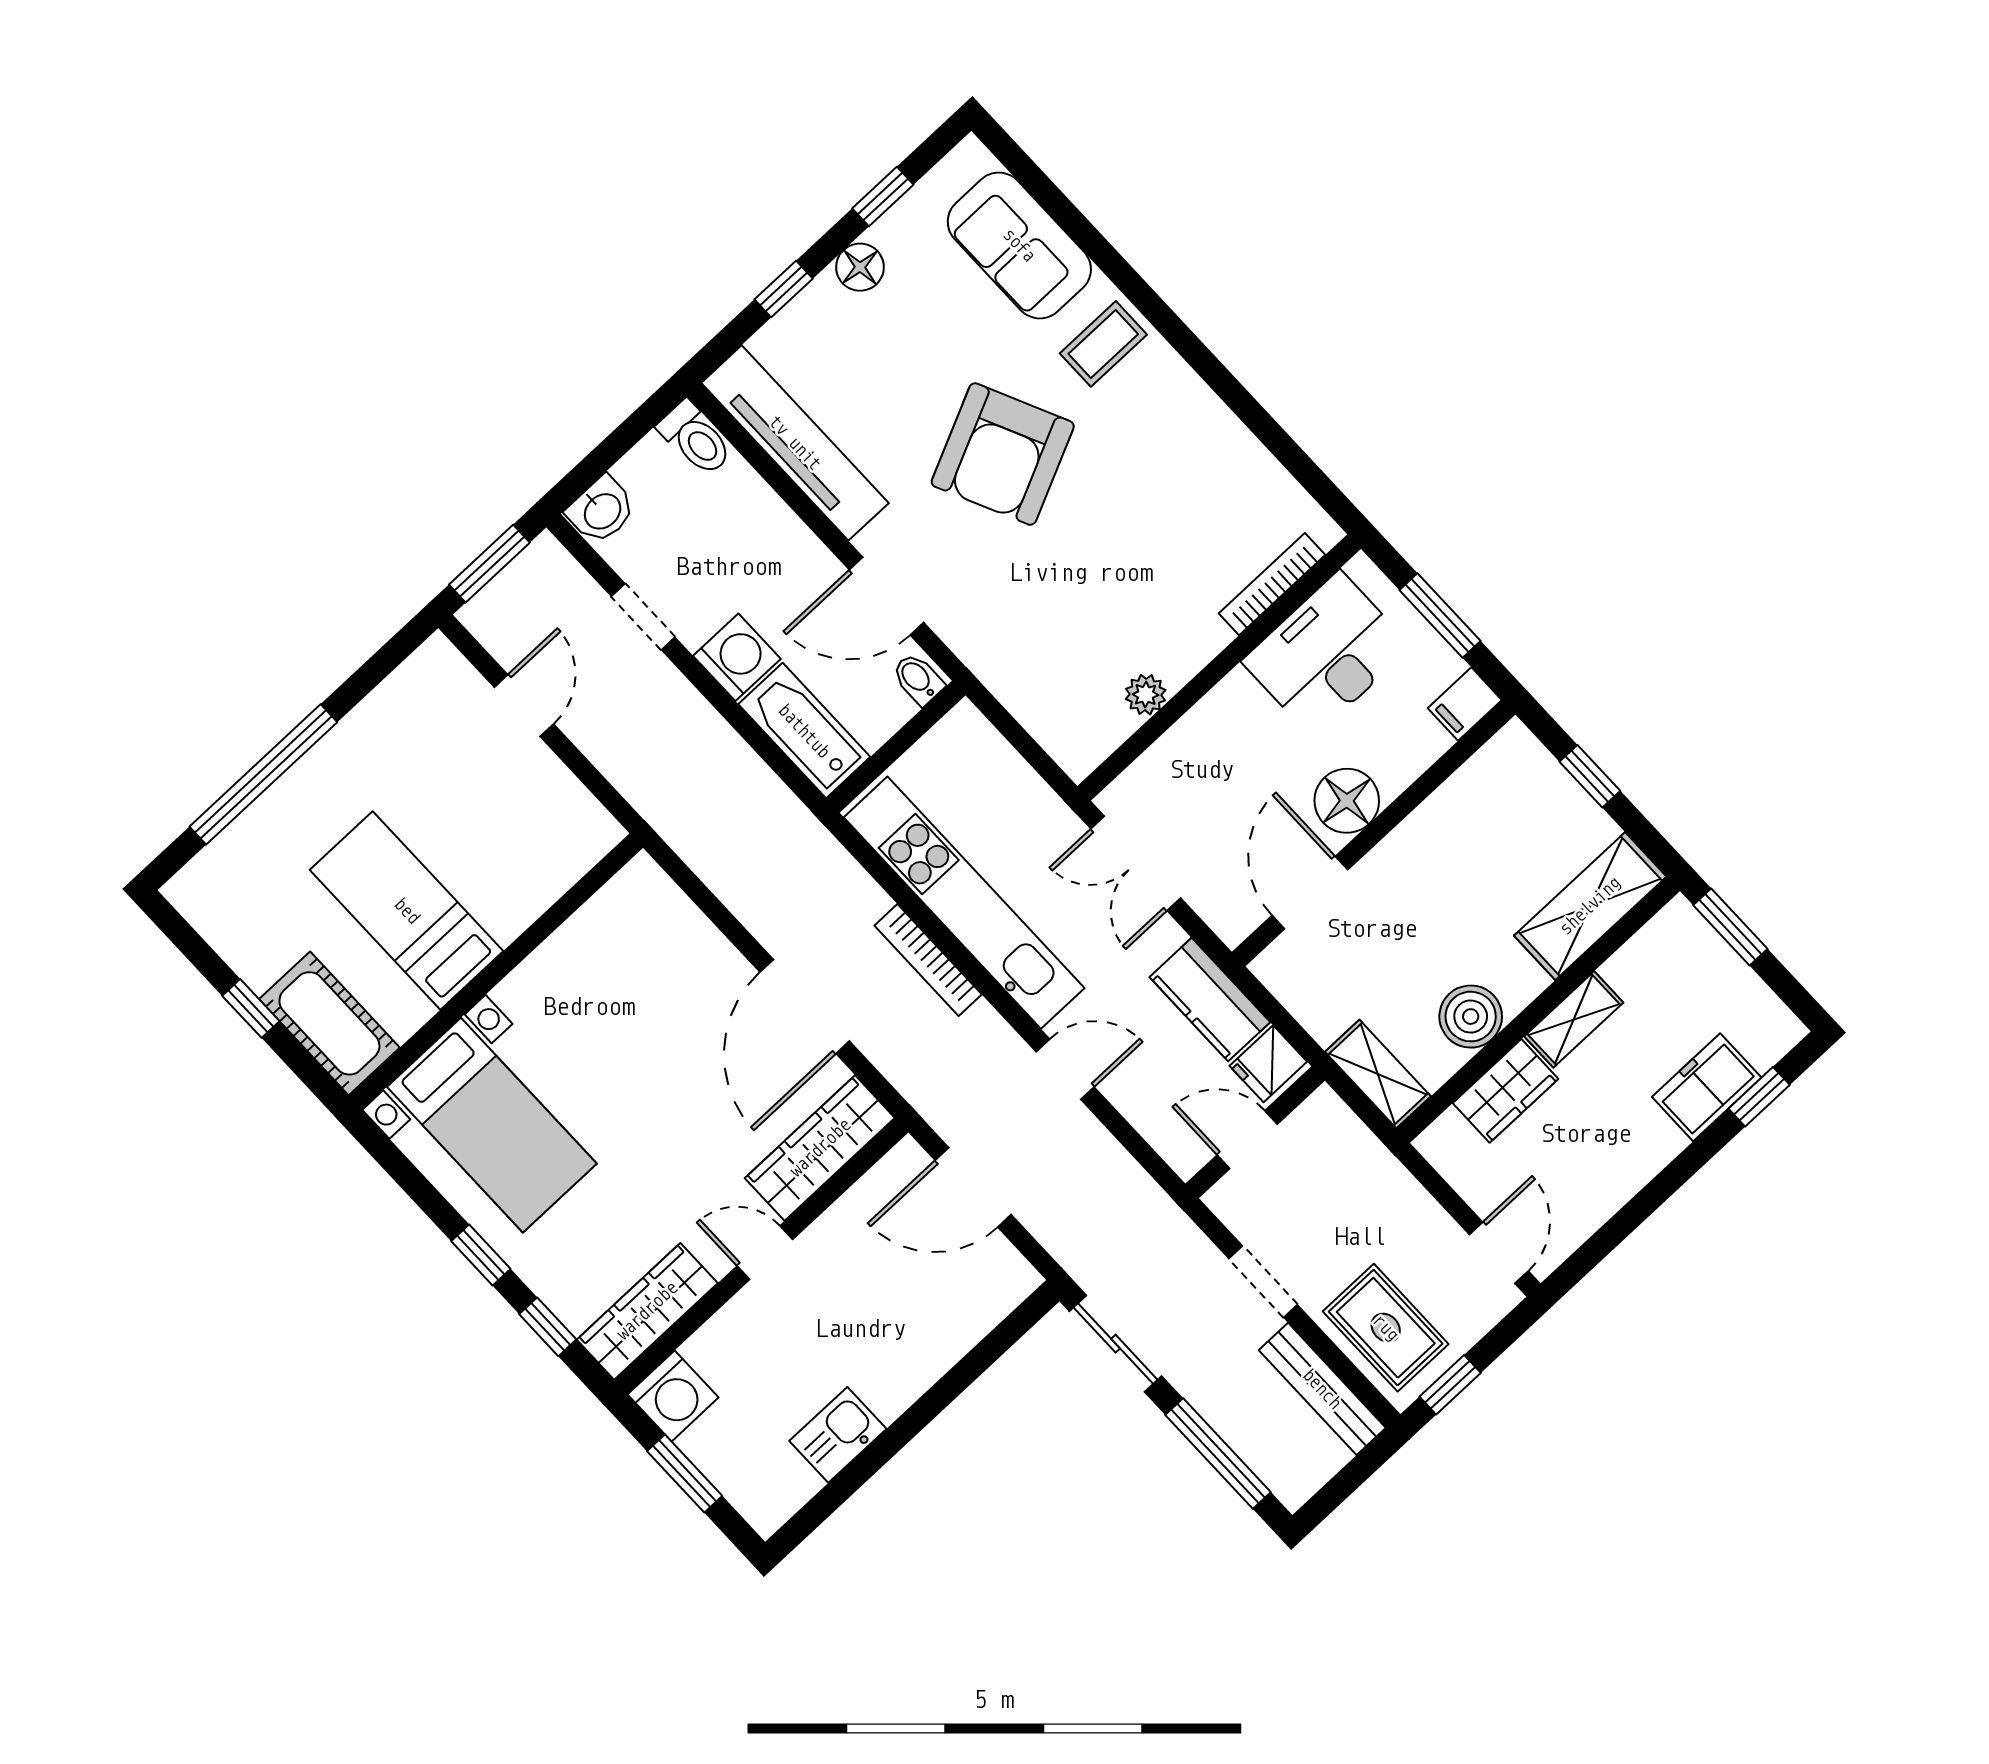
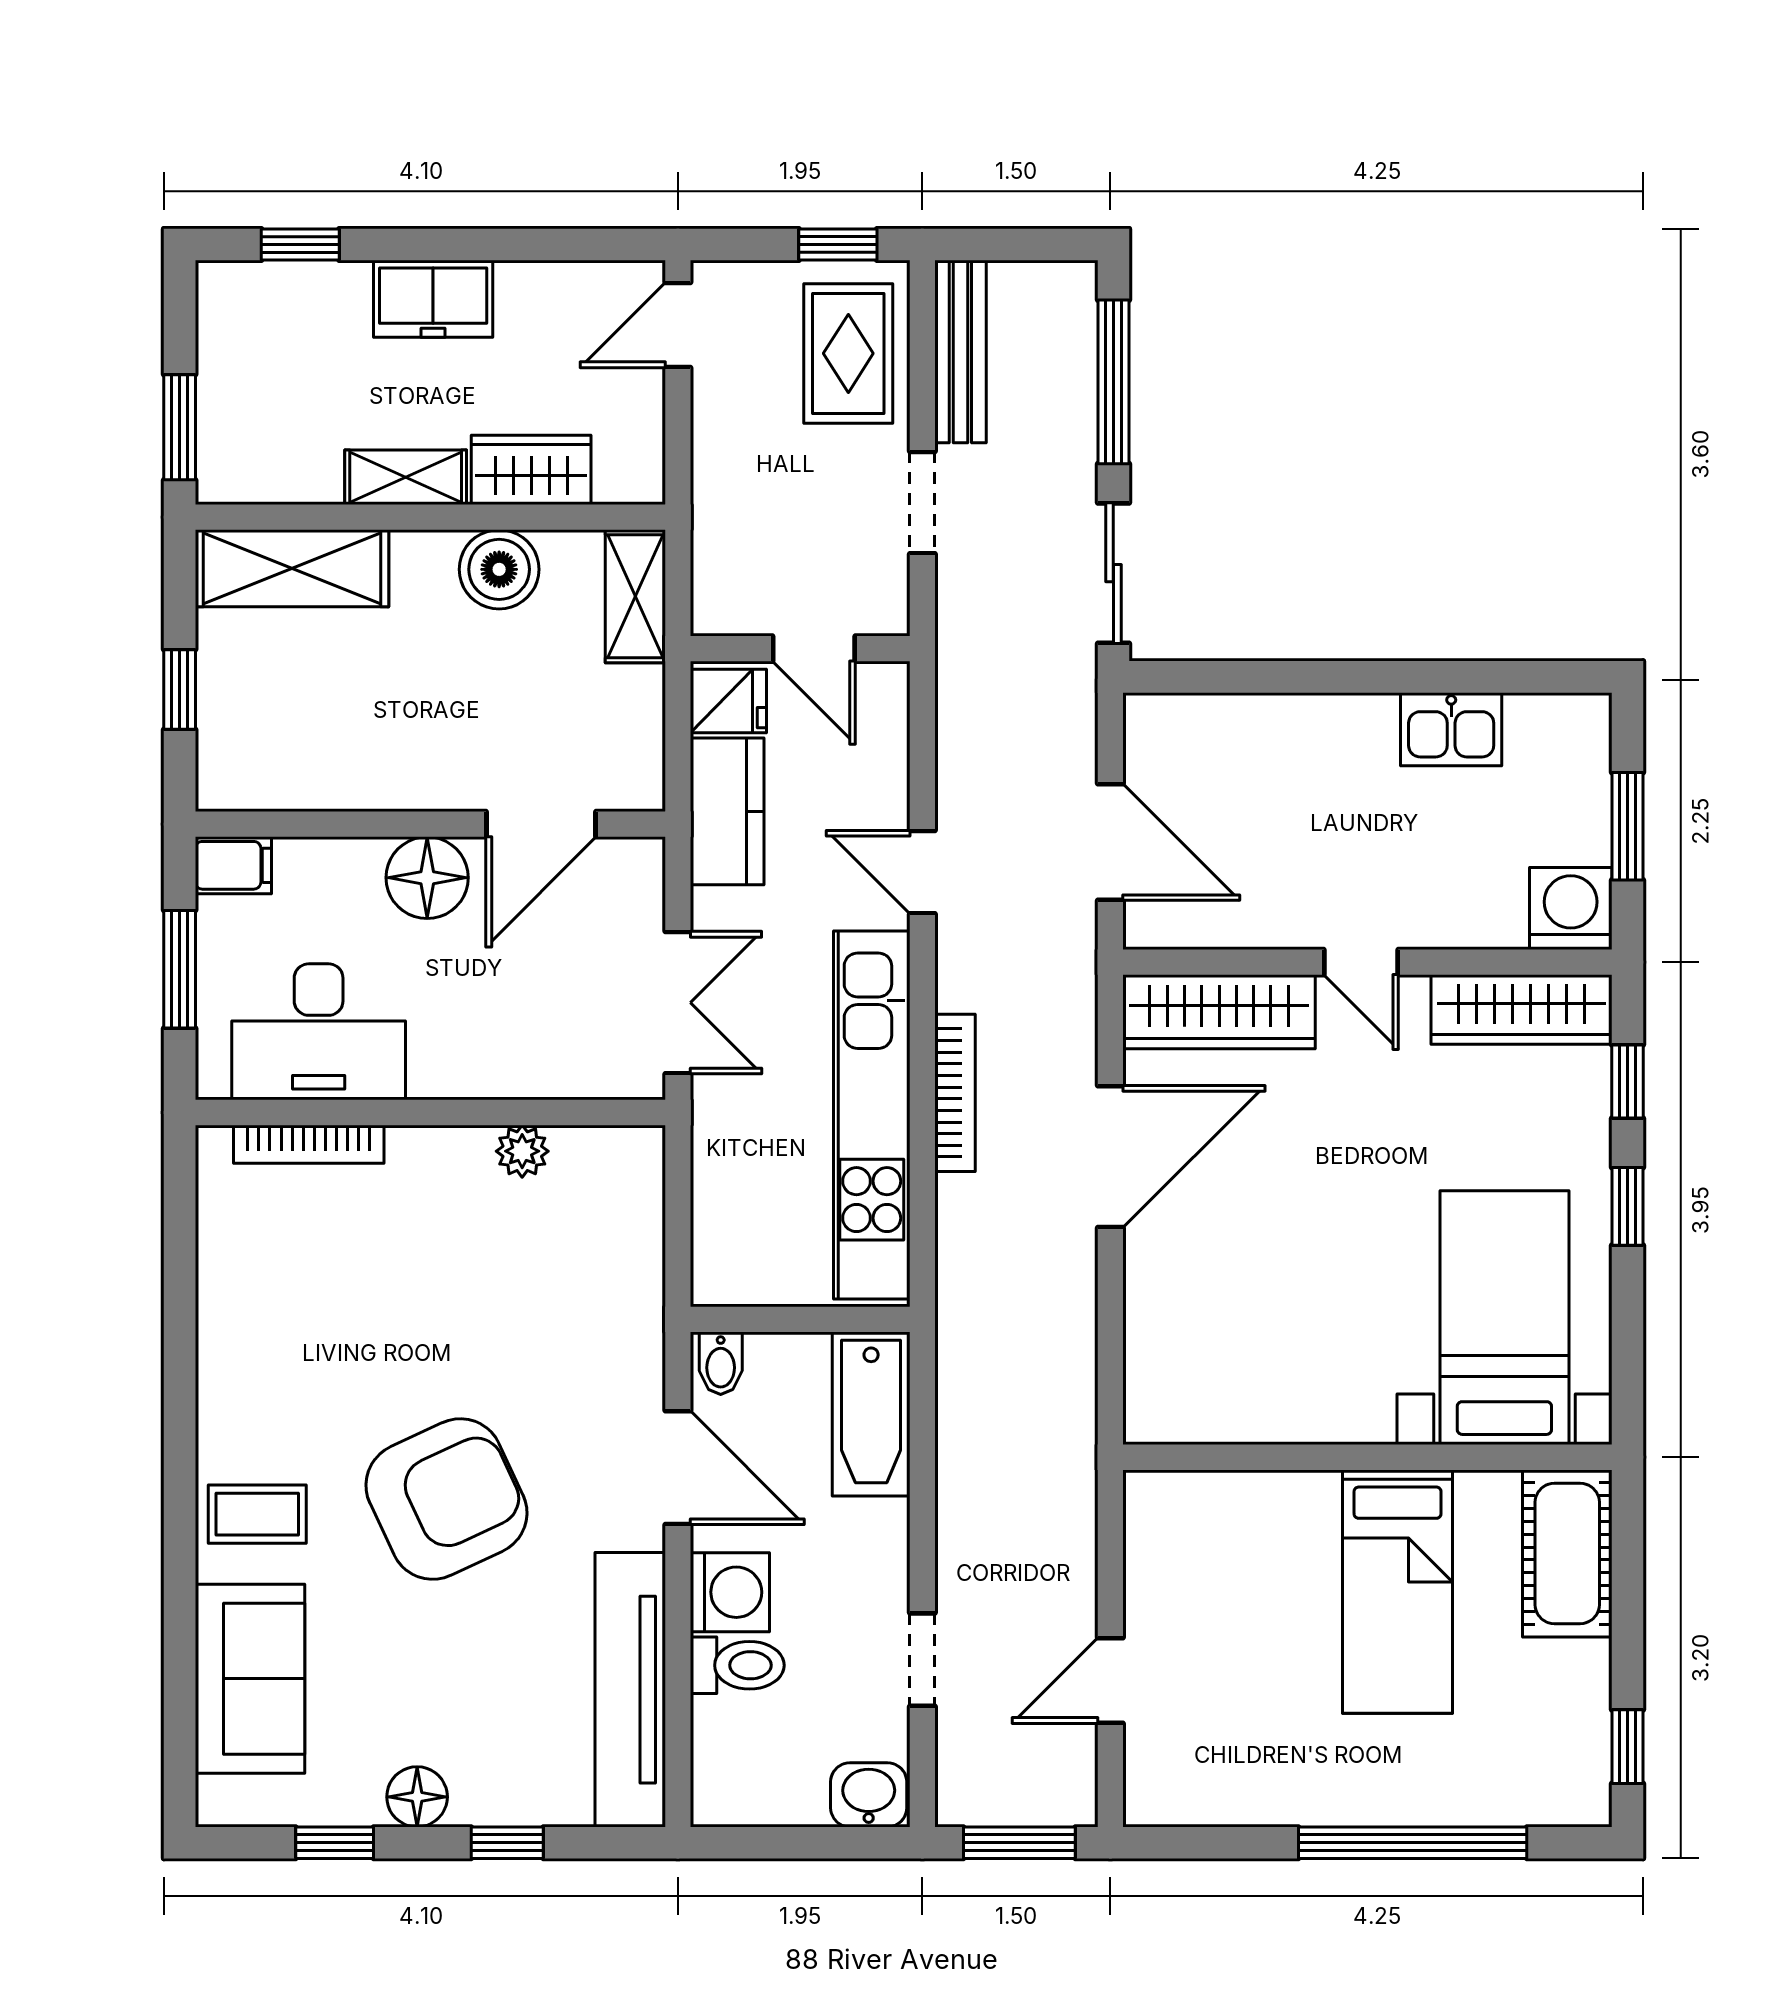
toilet: (695, 438) -> (737, 1665), moved, turned 90
washing machine: (737, 657) -> (730, 1592), moved, turned 180
window: (251, 1008) -> (1627, 1747), moved
freezer: (1707, 1087) -> (433, 299), moved

